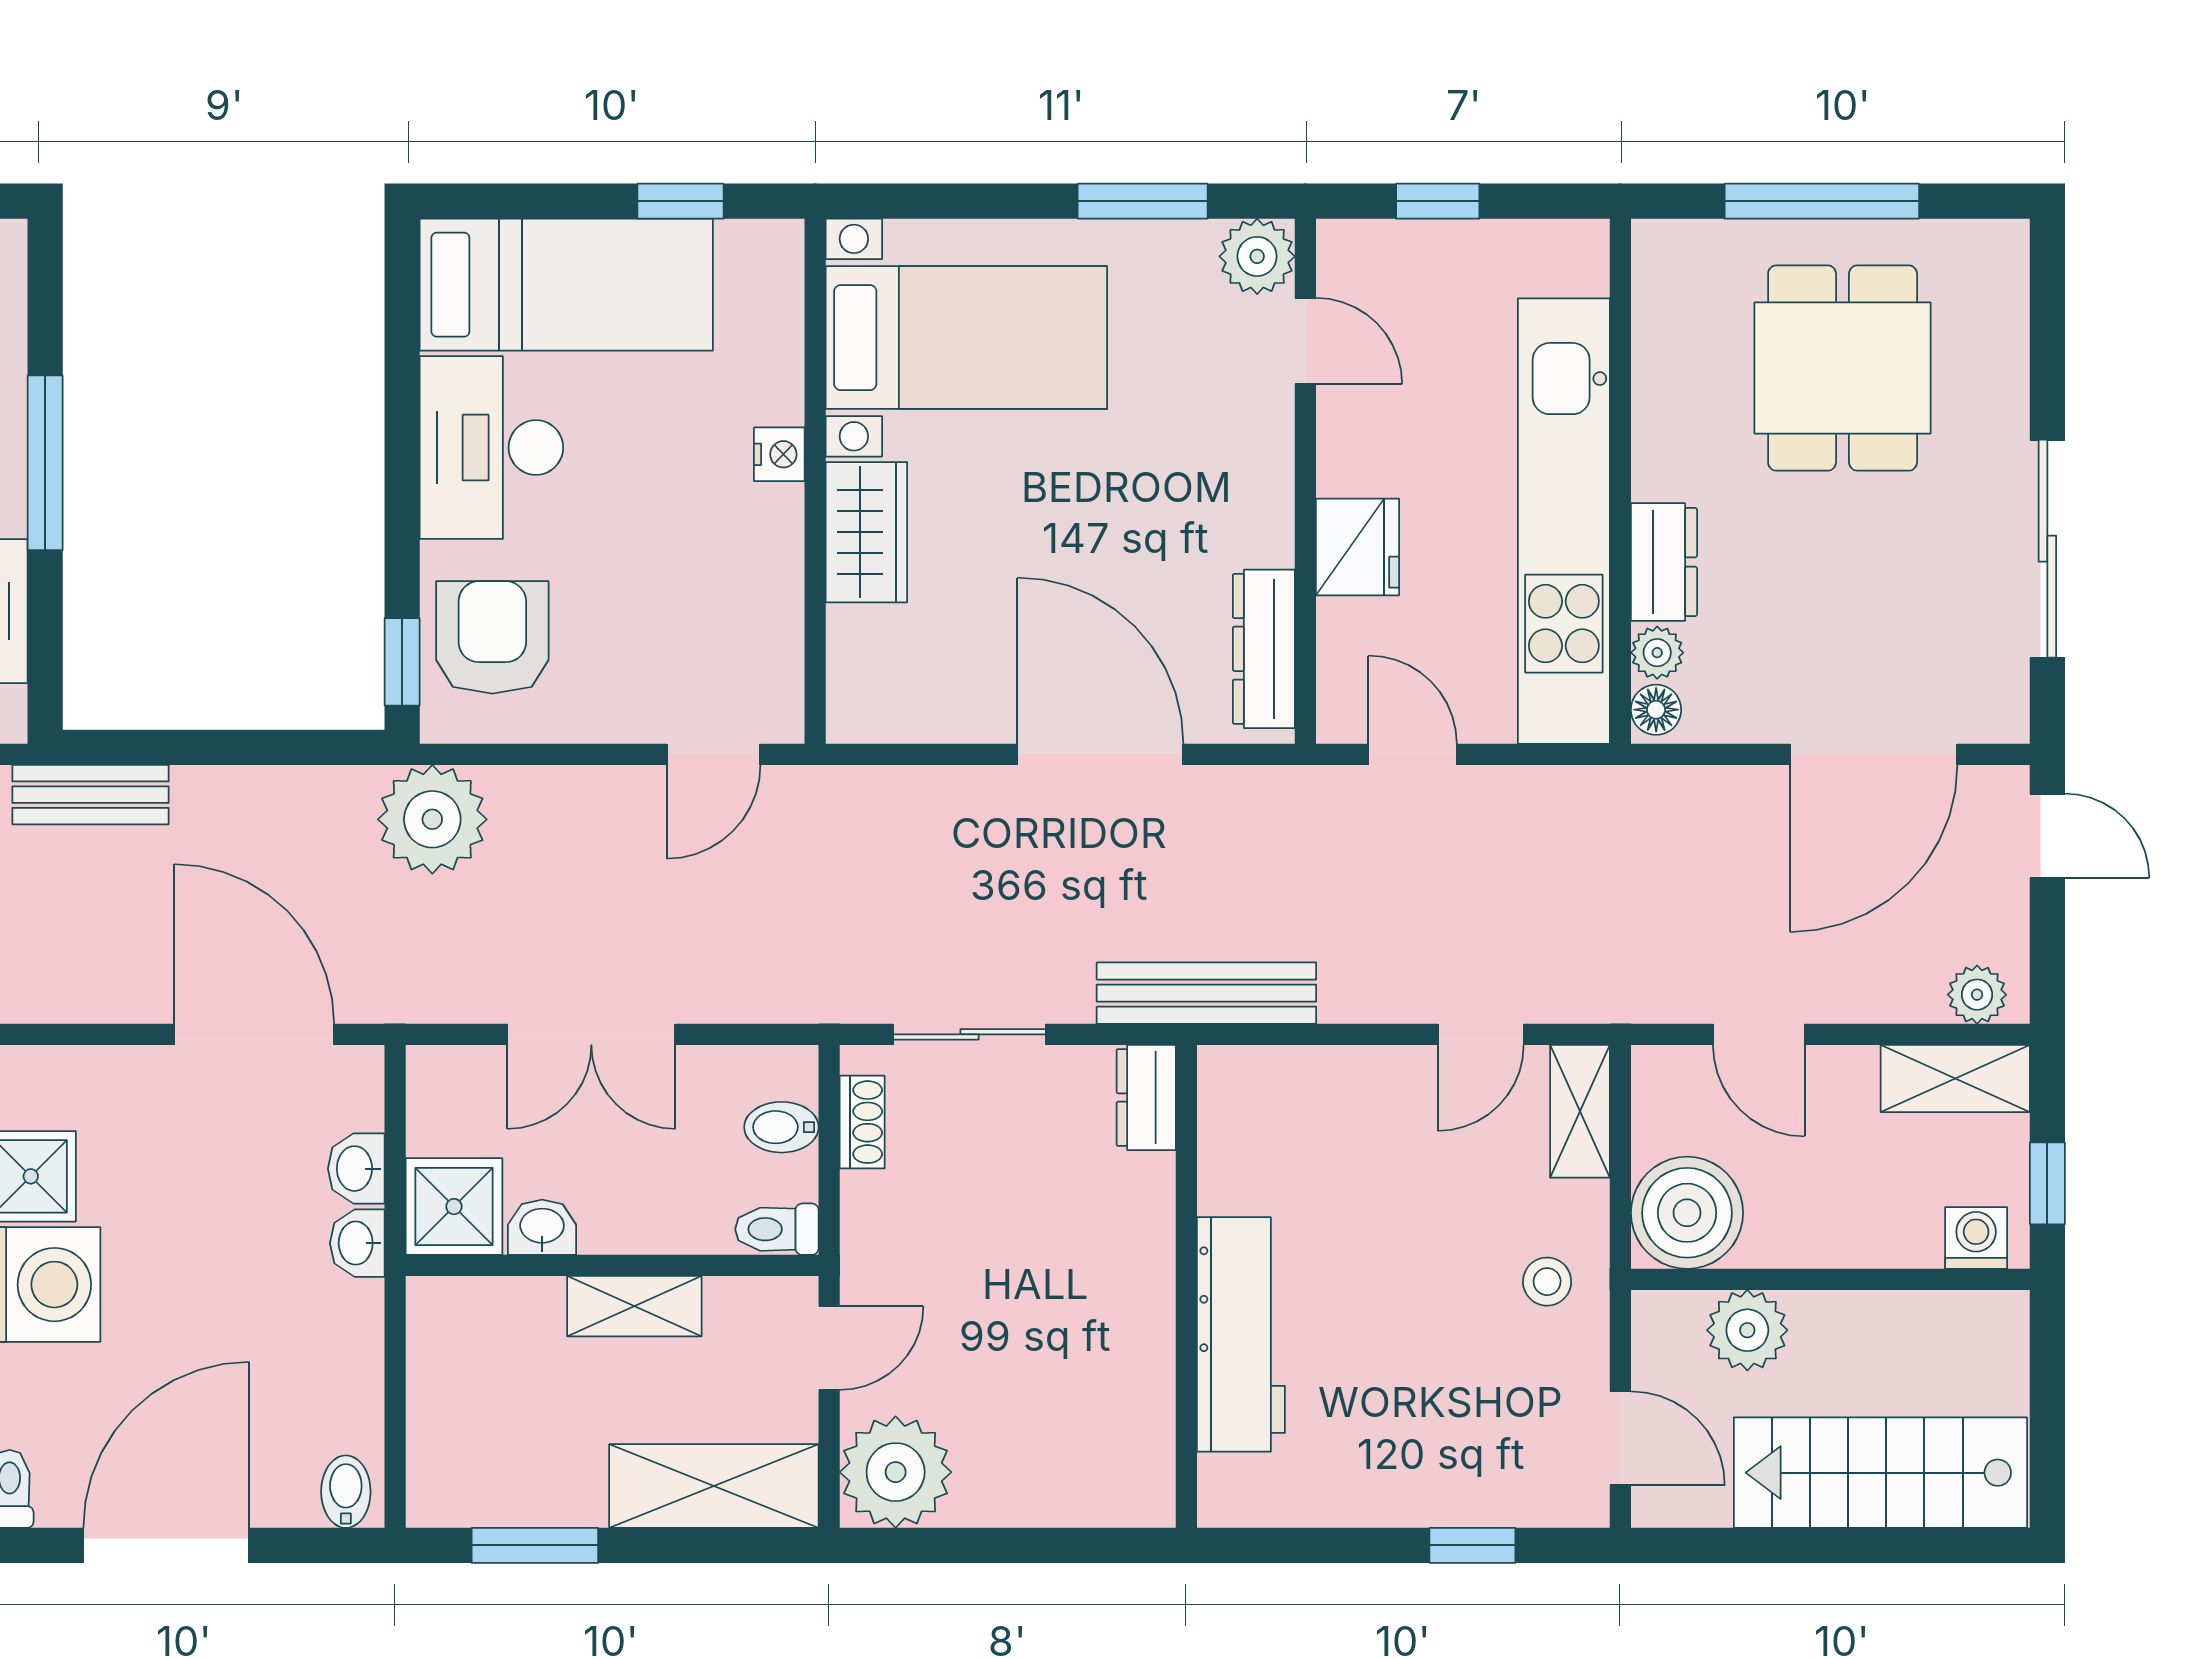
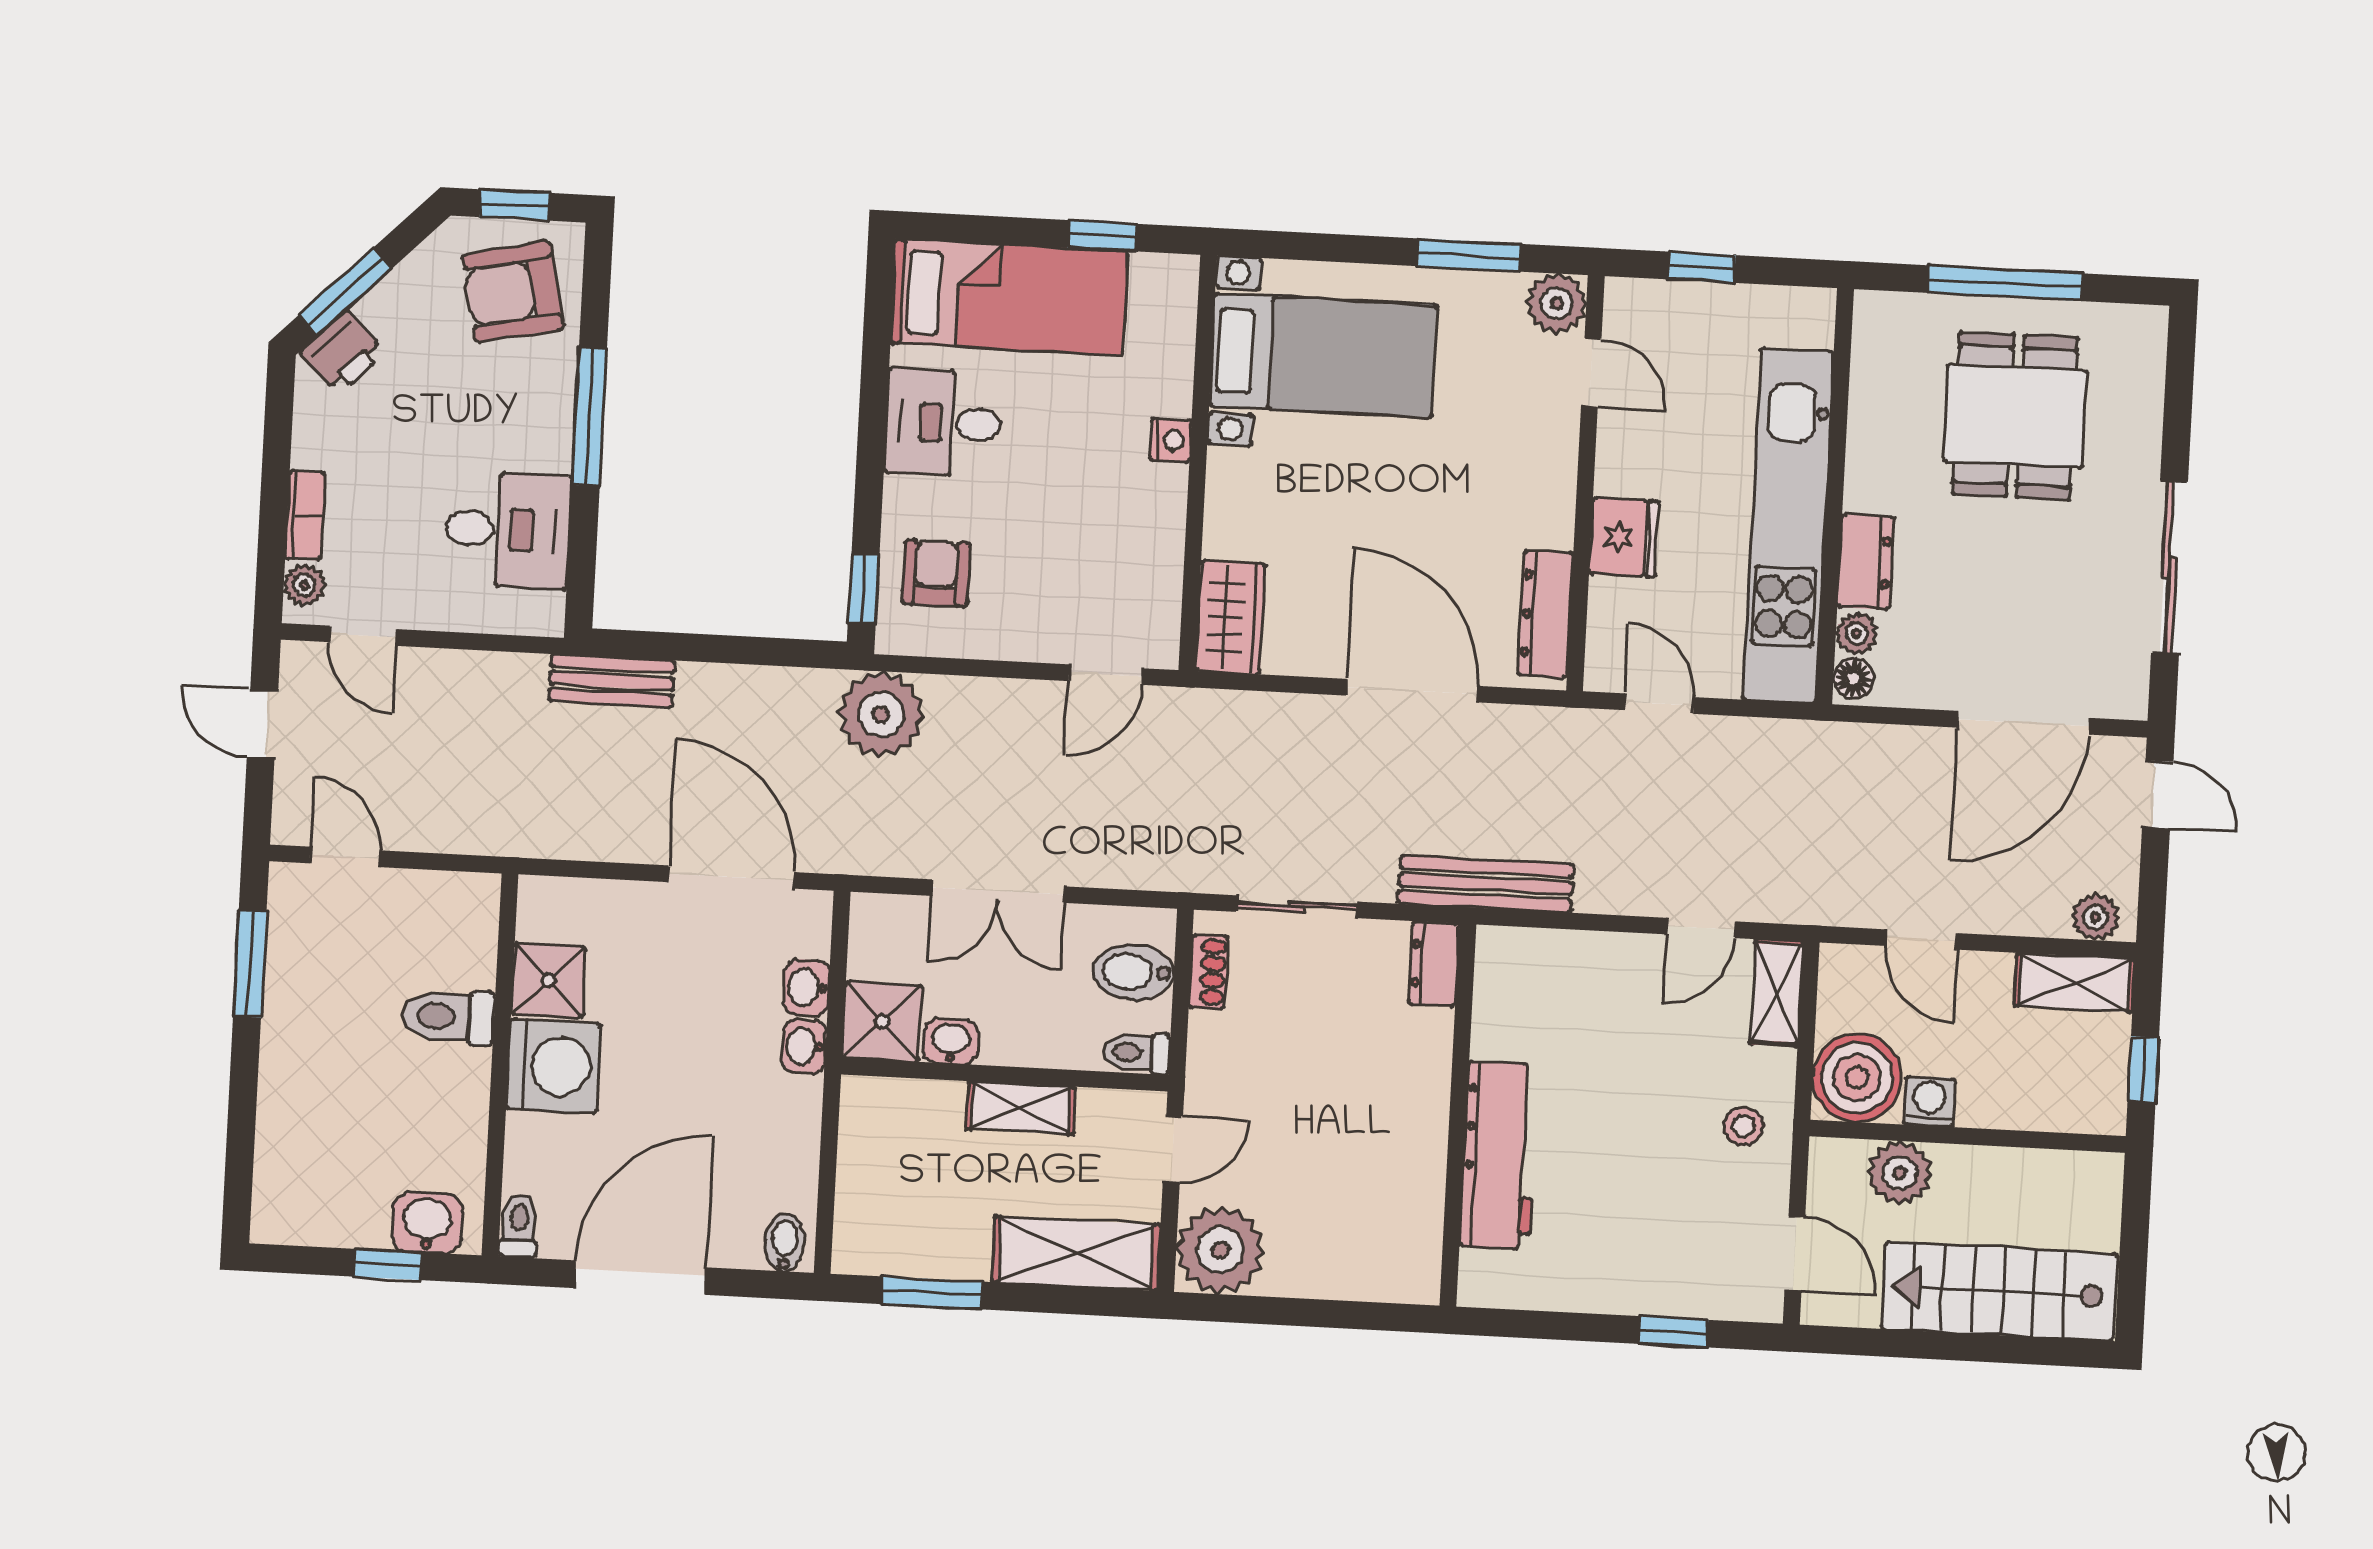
desk: (491, 448) -> (943, 423), width x0.73
wardrobe: (866, 532) -> (1230, 617), moved
armchair: (492, 637) -> (936, 573), width x0.72, depth x0.72
bidet: (781, 1127) -> (1134, 972), width x1.38, depth x1.36
washing machine: (1976, 1238) -> (1929, 1101), moved

